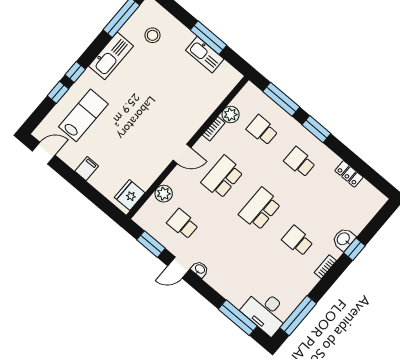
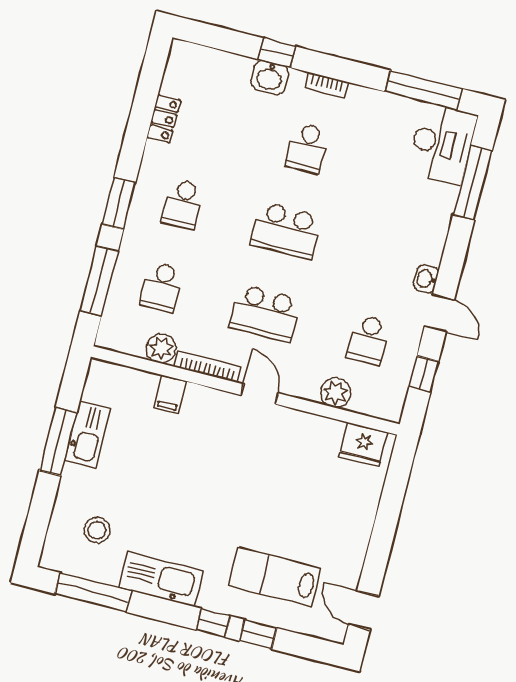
bookcase: (214, 129) -> (208, 367), width x1.56
filing cabinet: (87, 169) -> (170, 394), moved, turned -90
window: (151, 244) -> (424, 374), width x0.67

